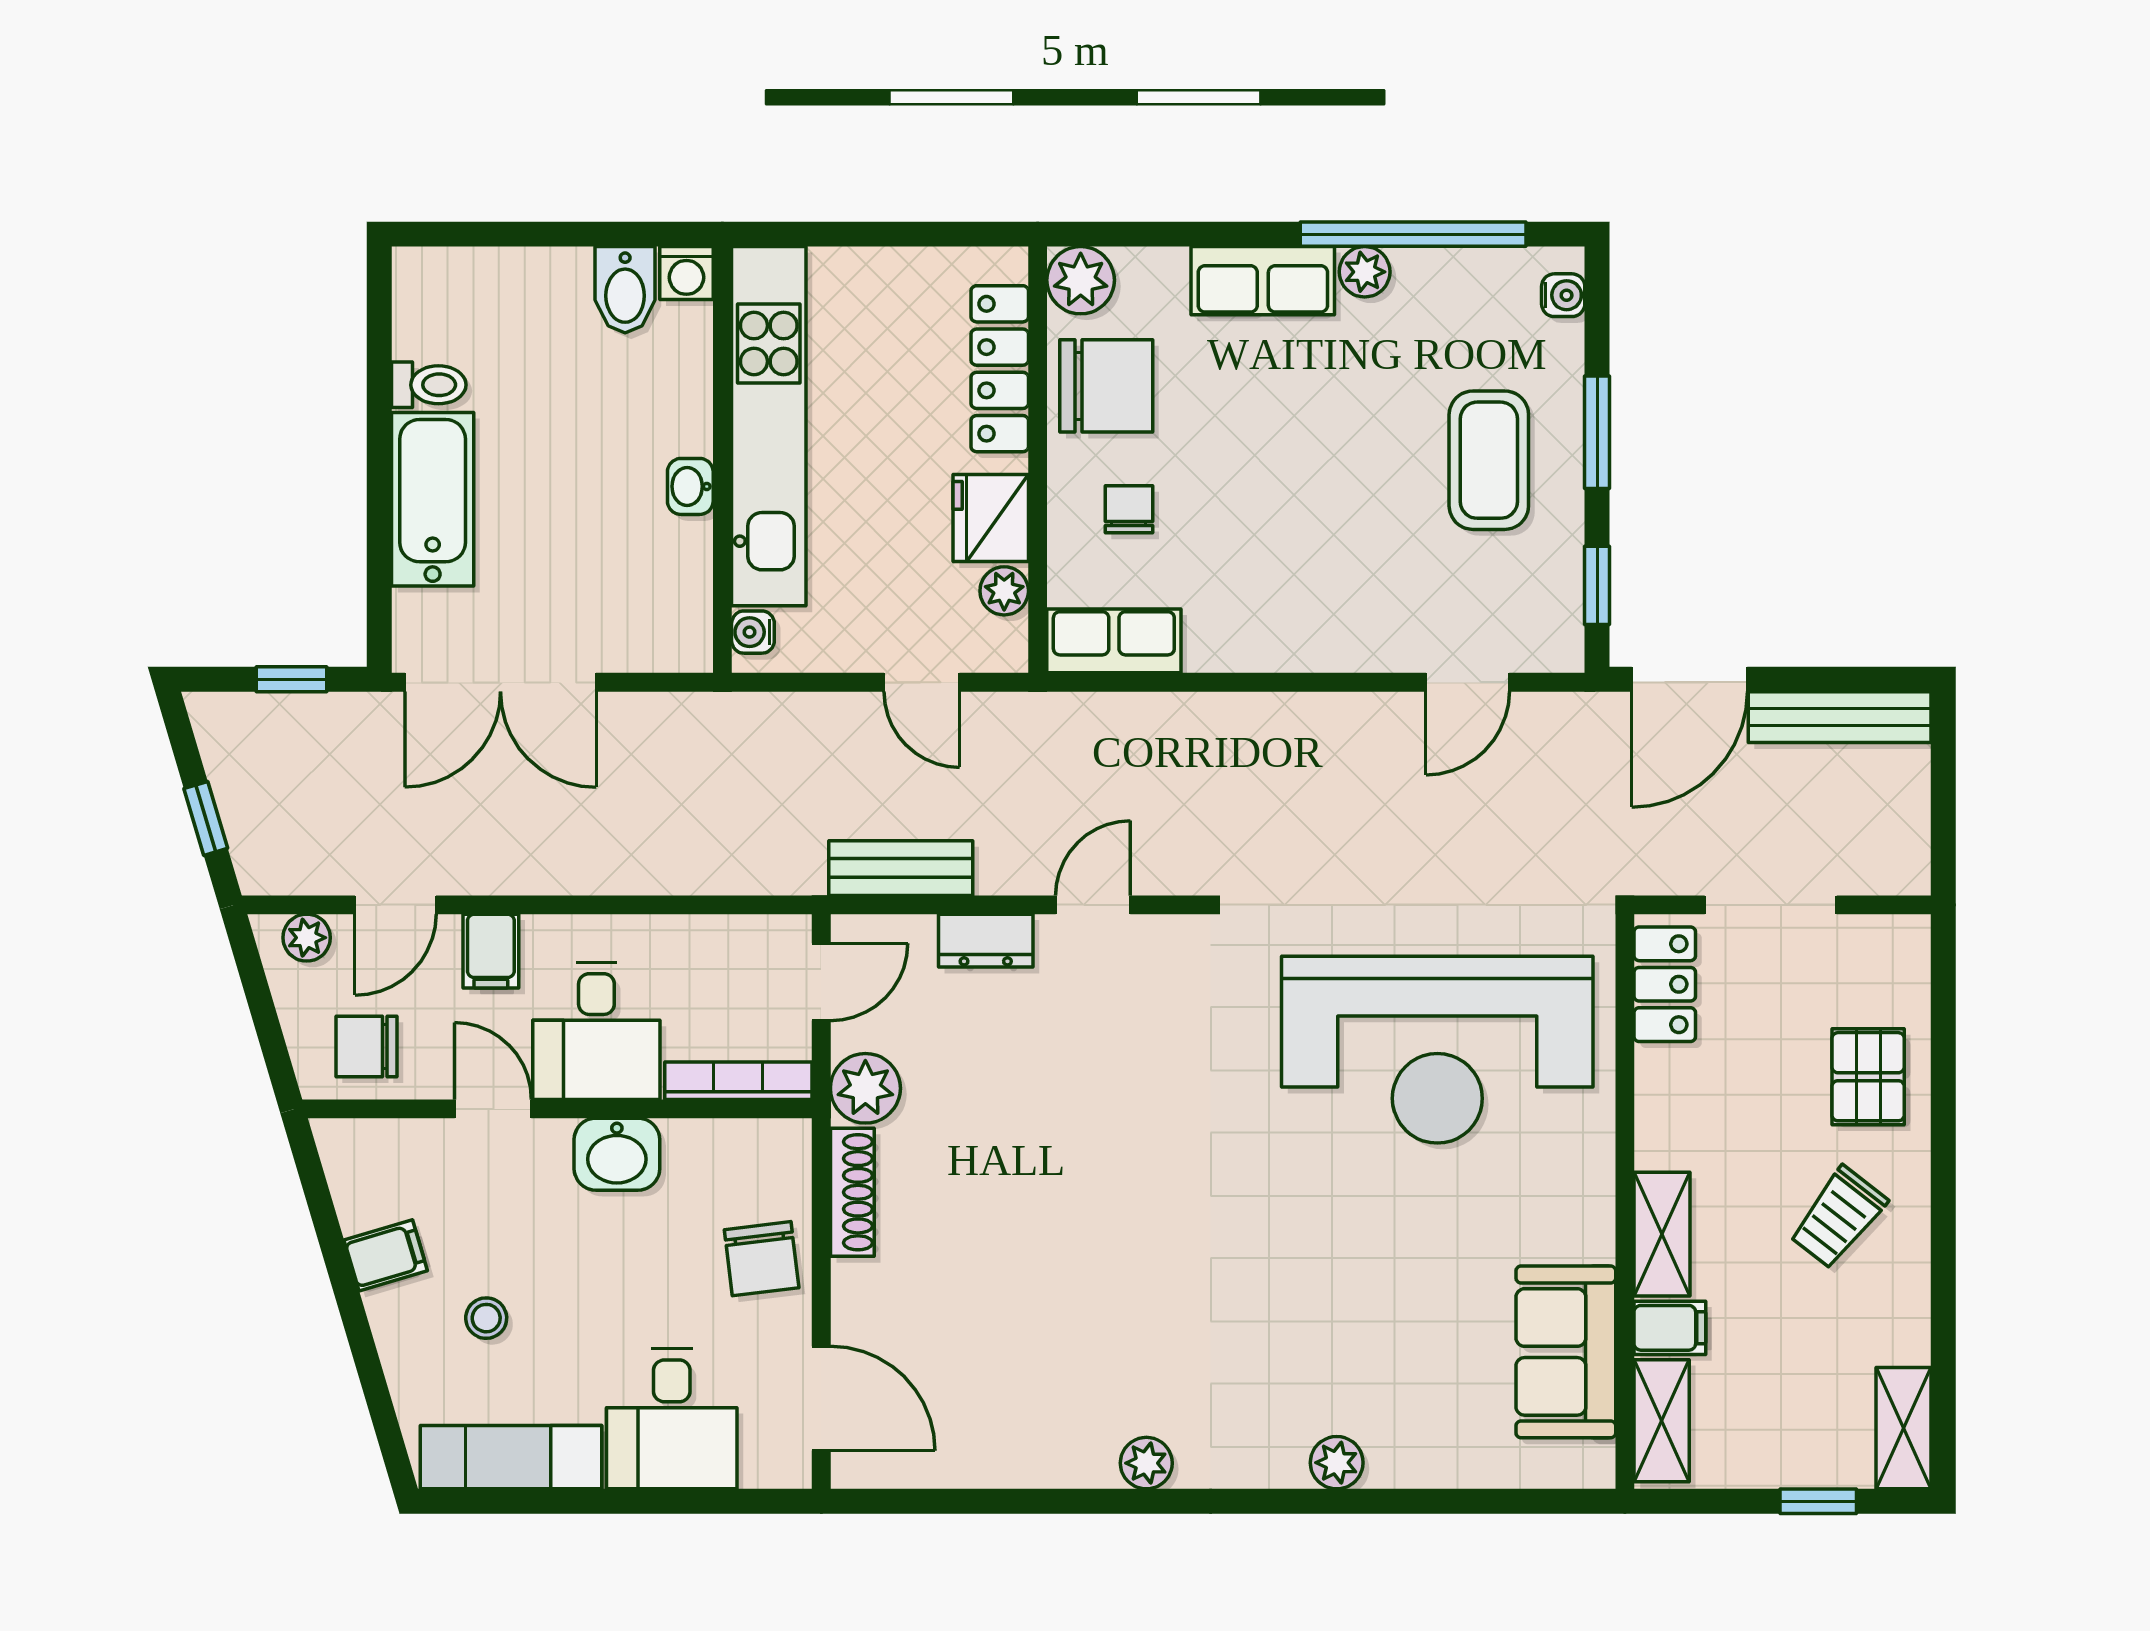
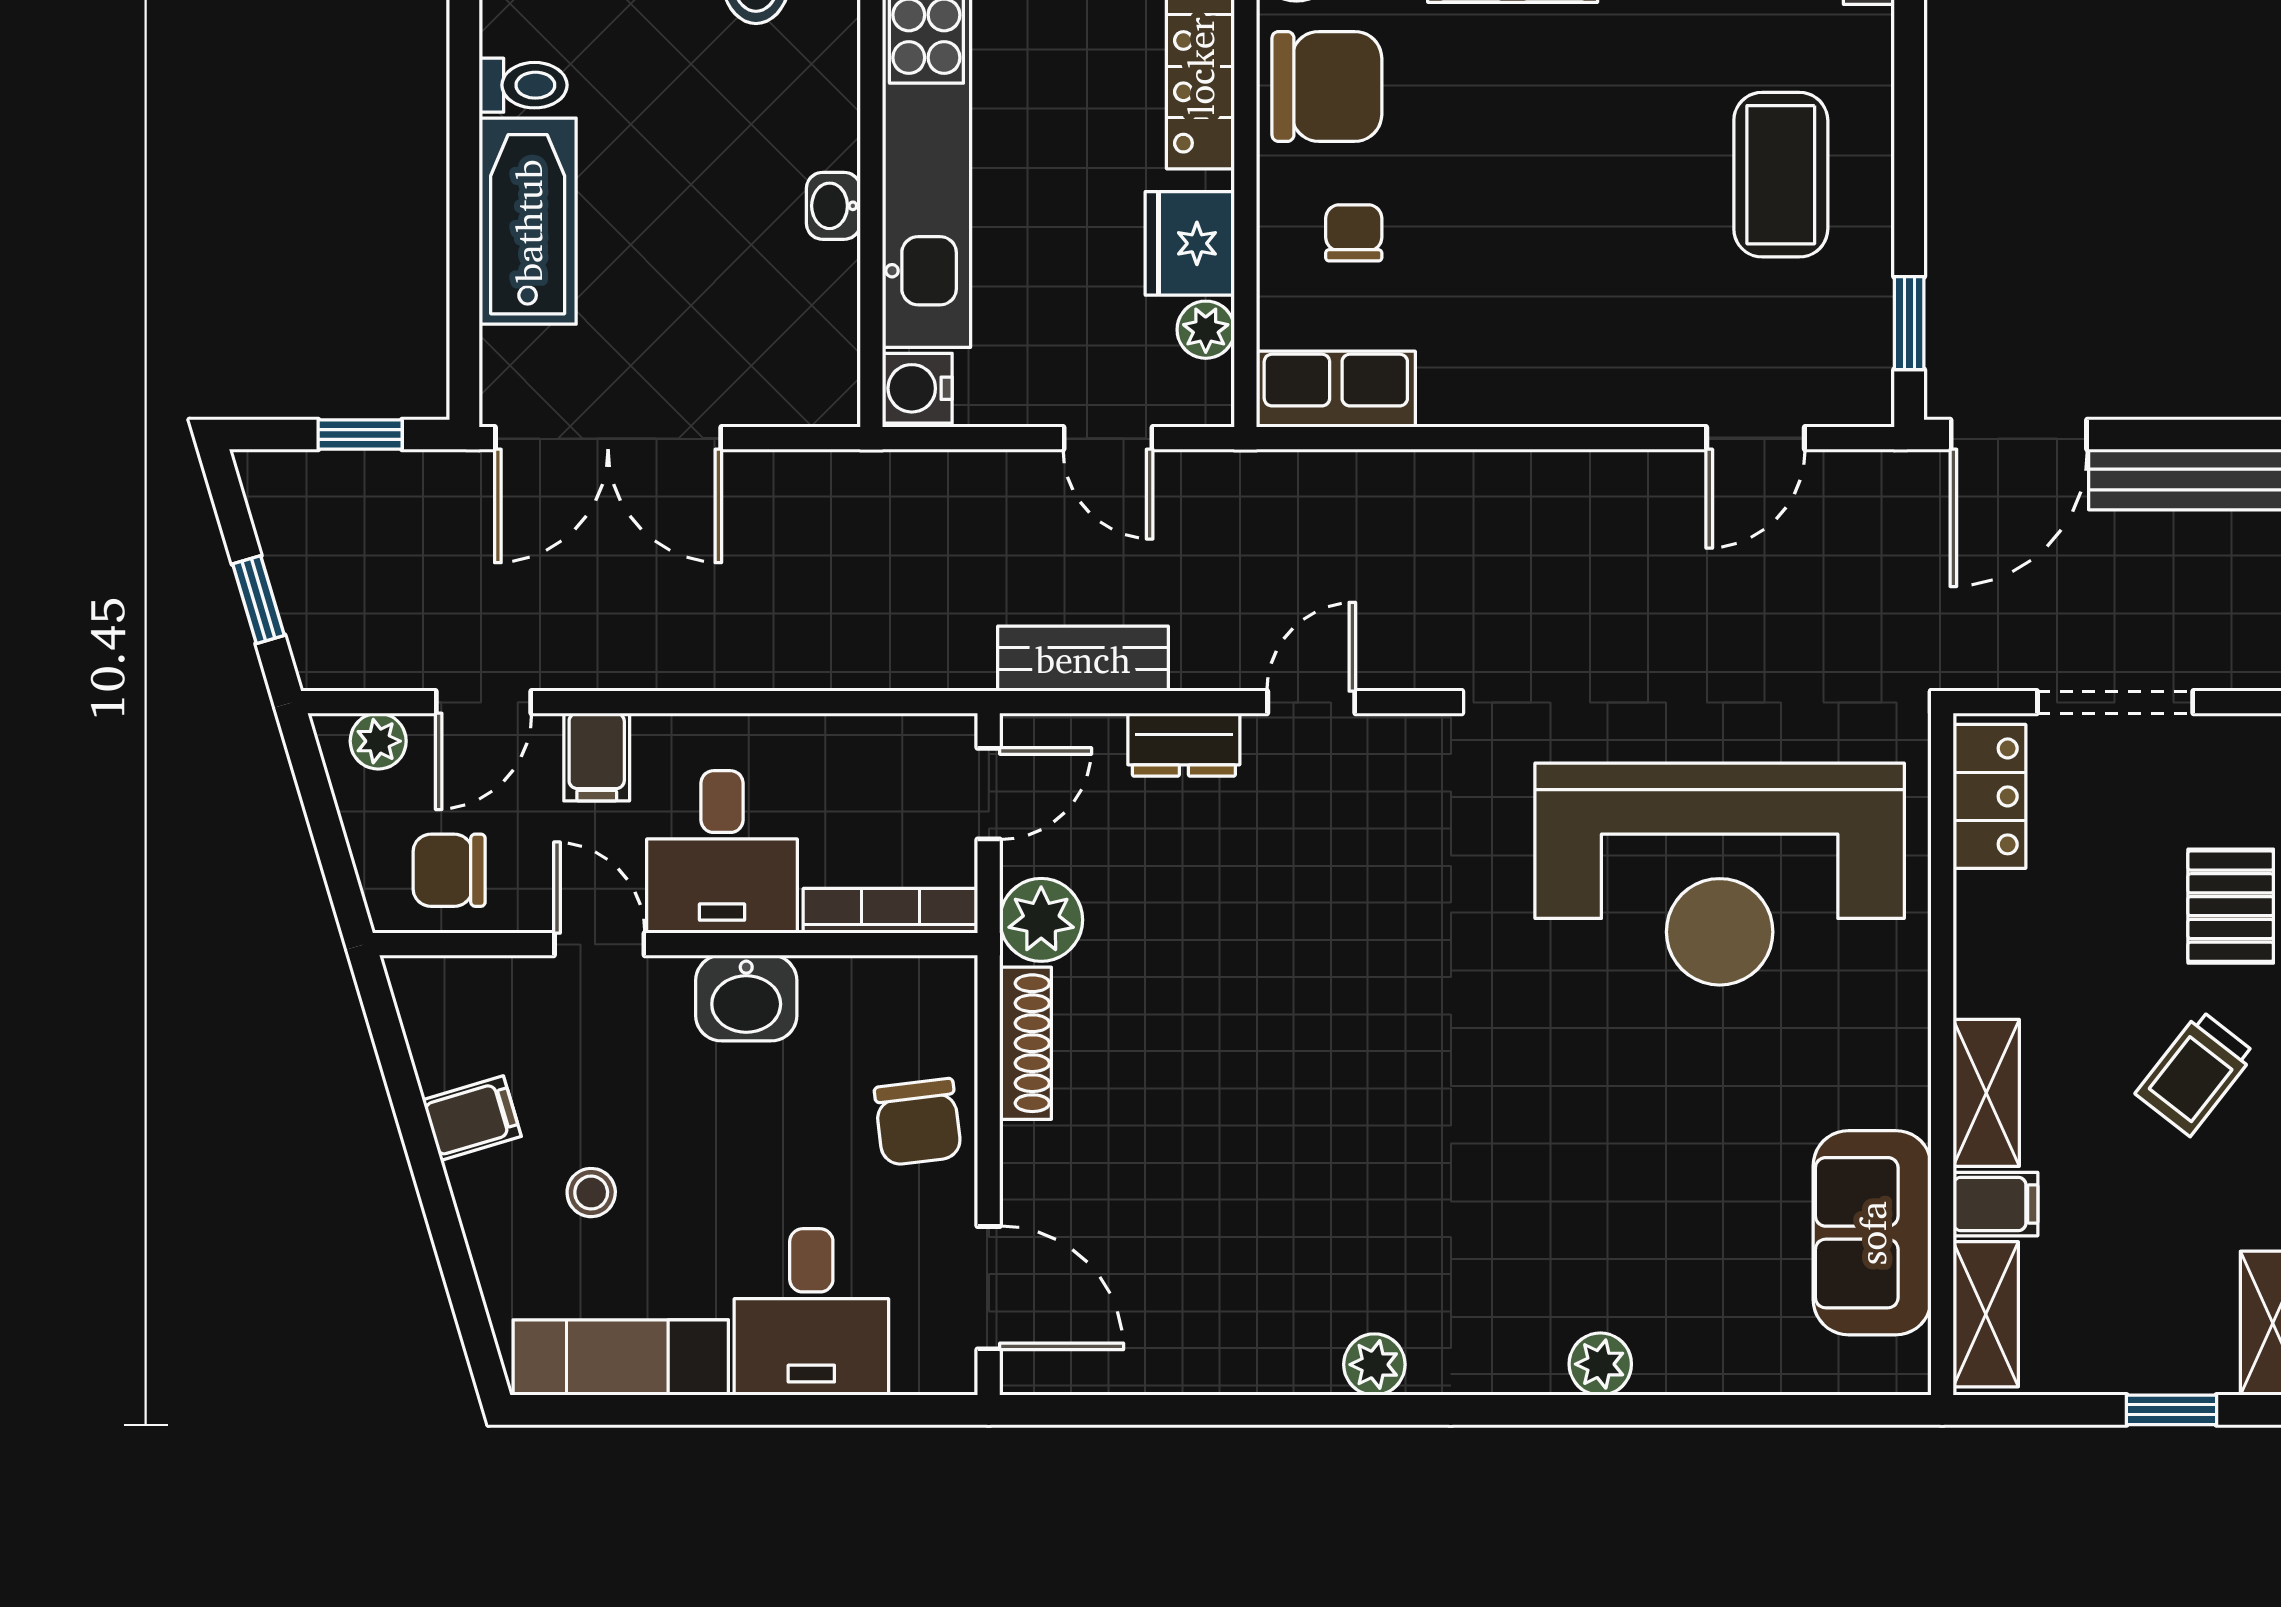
window: (1597, 432) -> (1909, 142), removed
water cooler: (753, 632) -> (917, 388), width x1.38, depth x1.38

